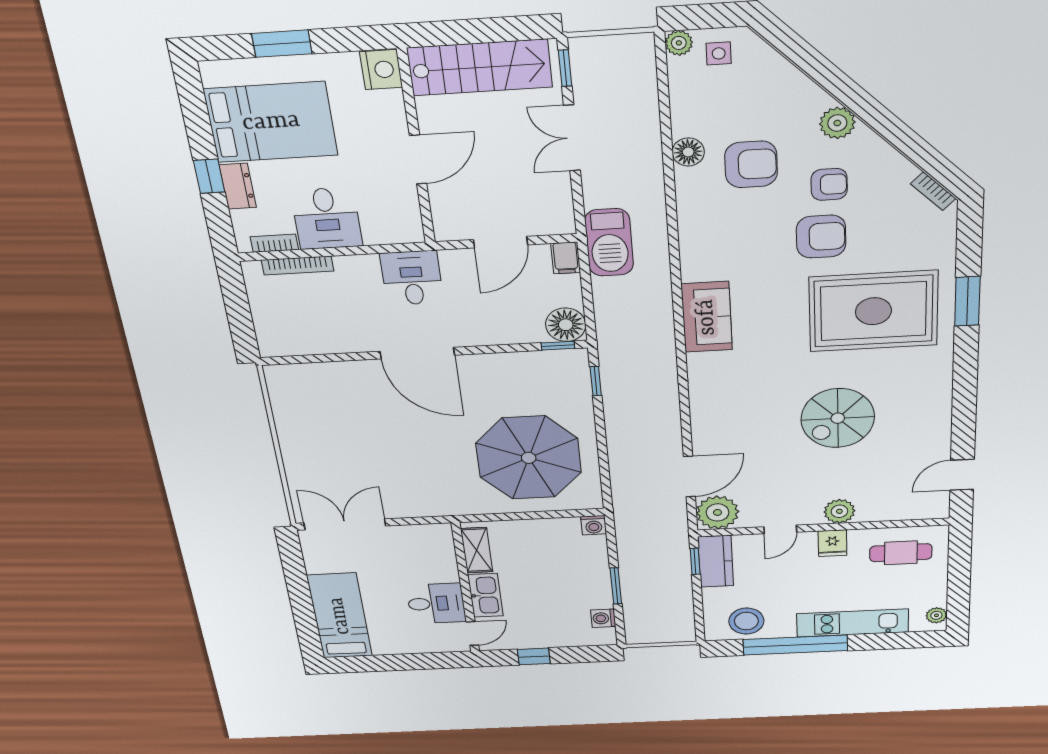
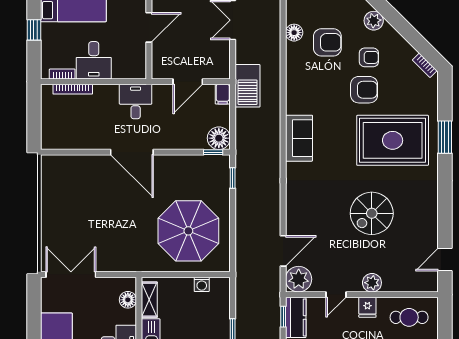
dresser: (238, 186) -> (48, 37), removed
washing machine: (594, 525) -> (202, 284), moved
floor lamp: (442, 552) -> (128, 300), added

